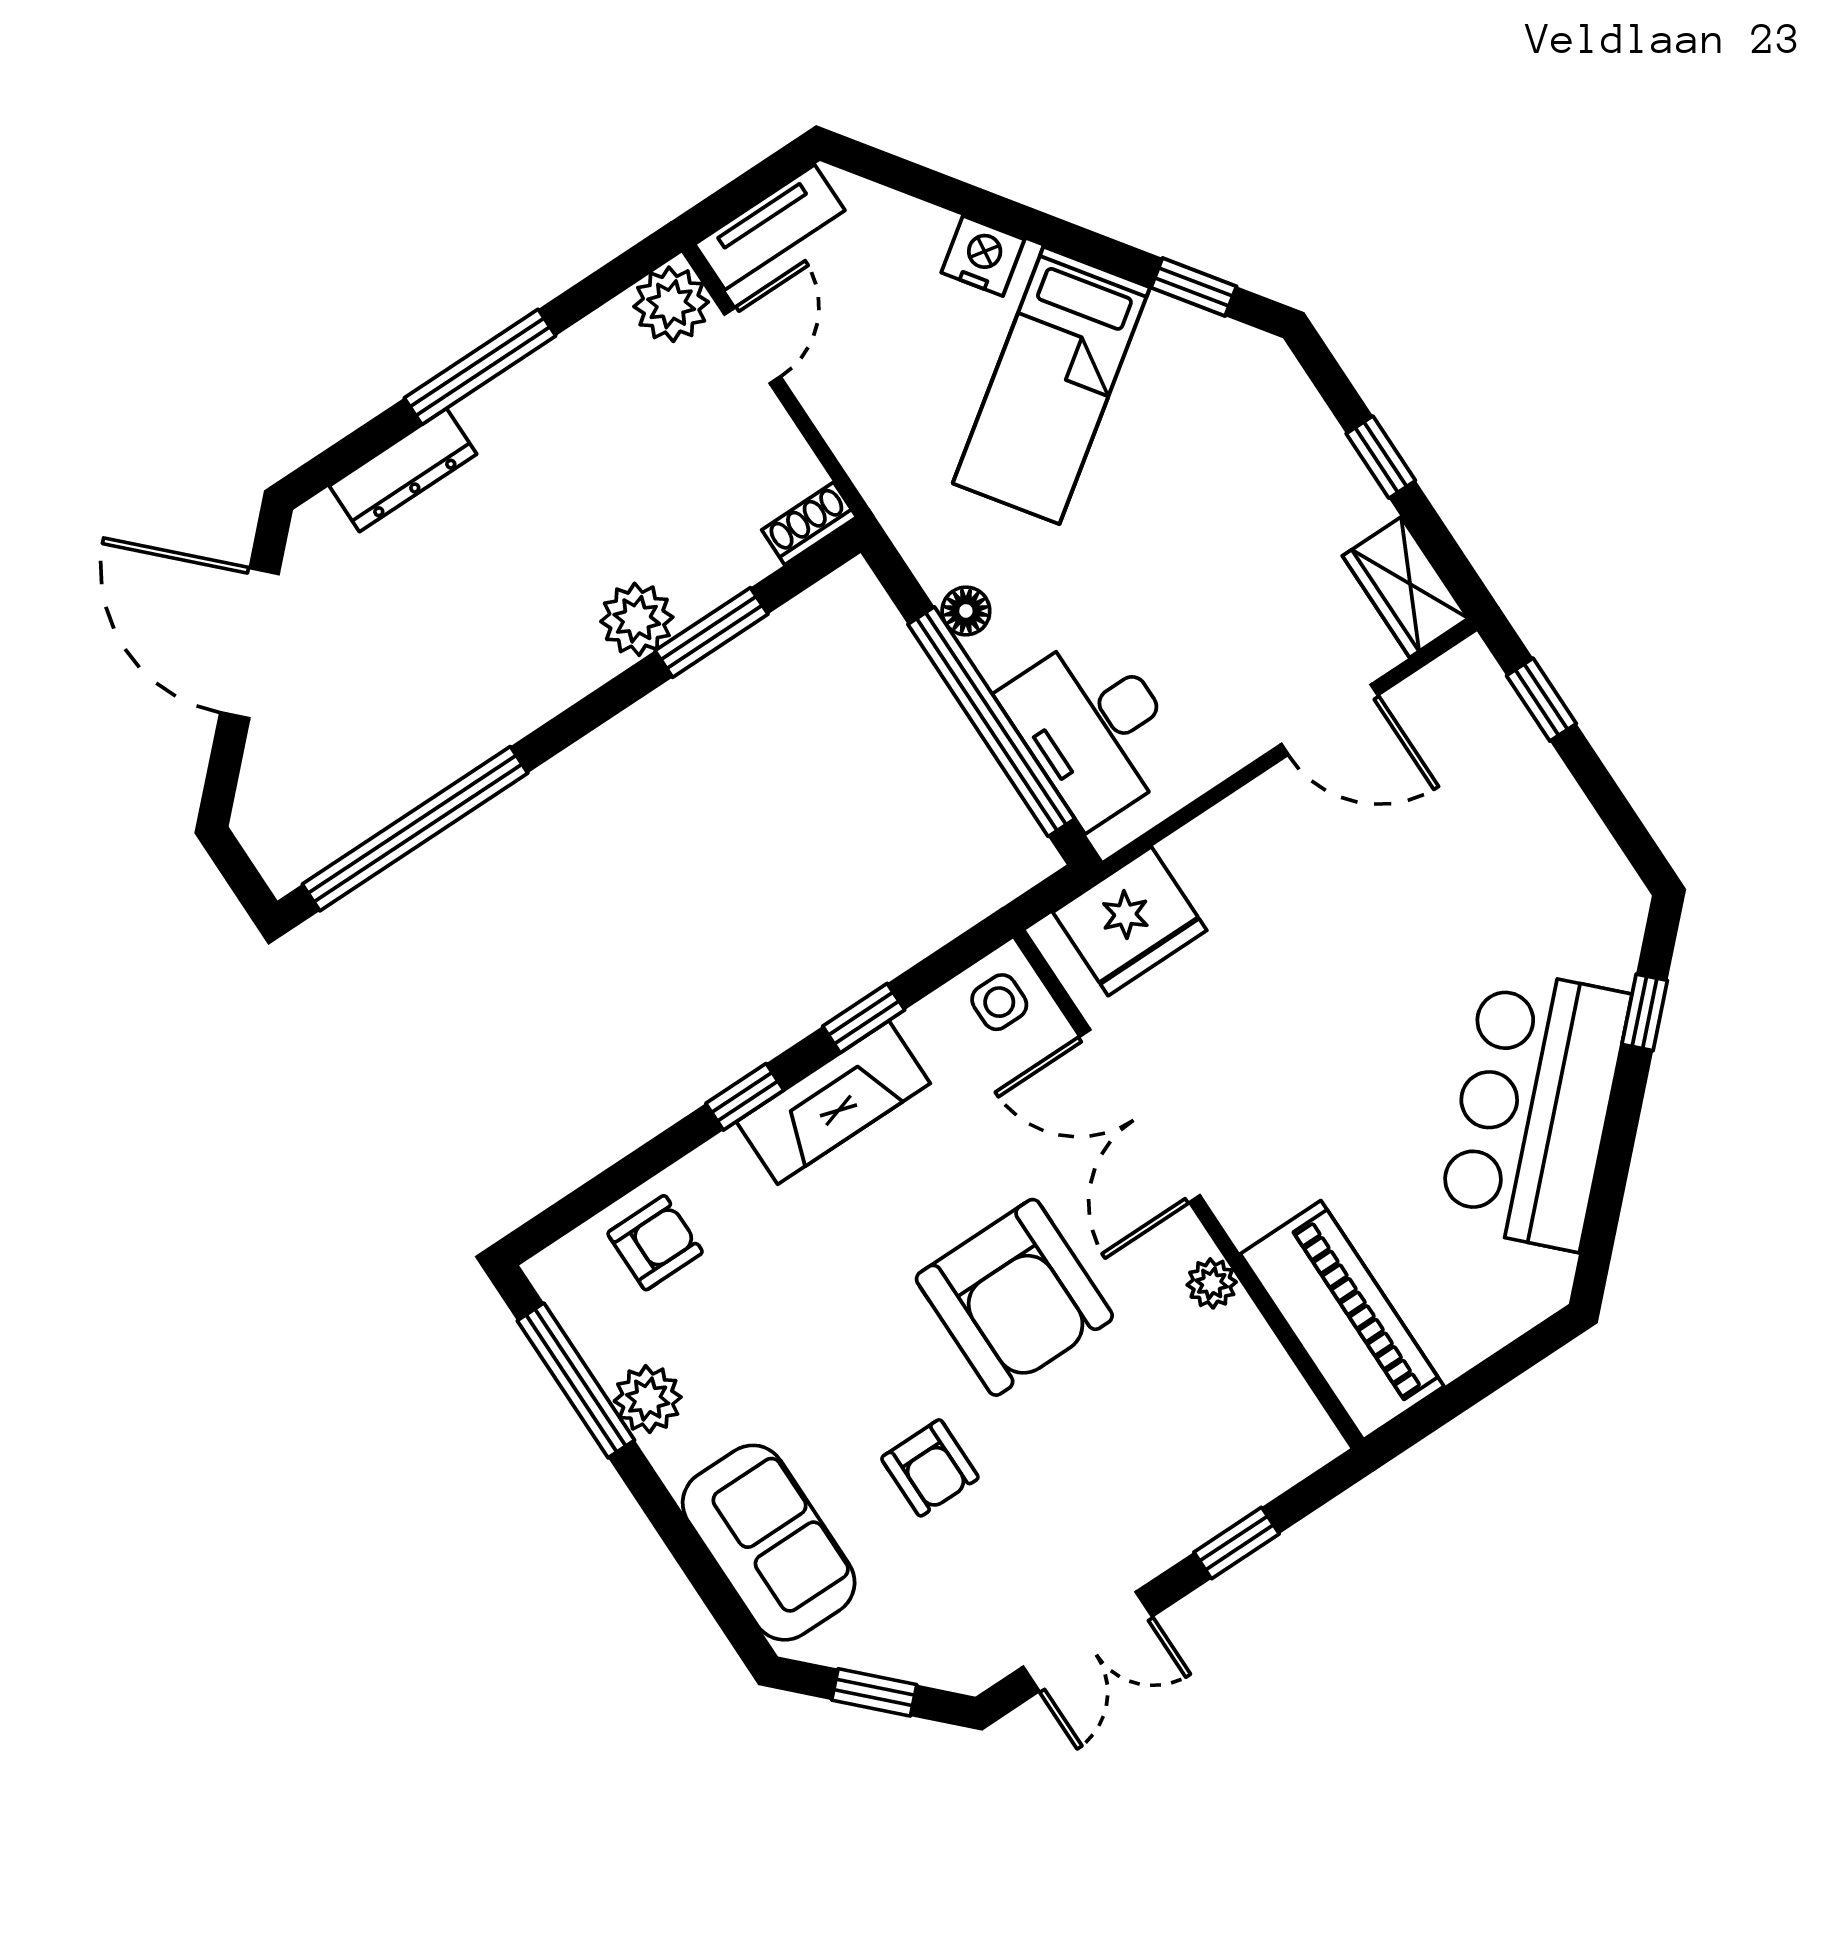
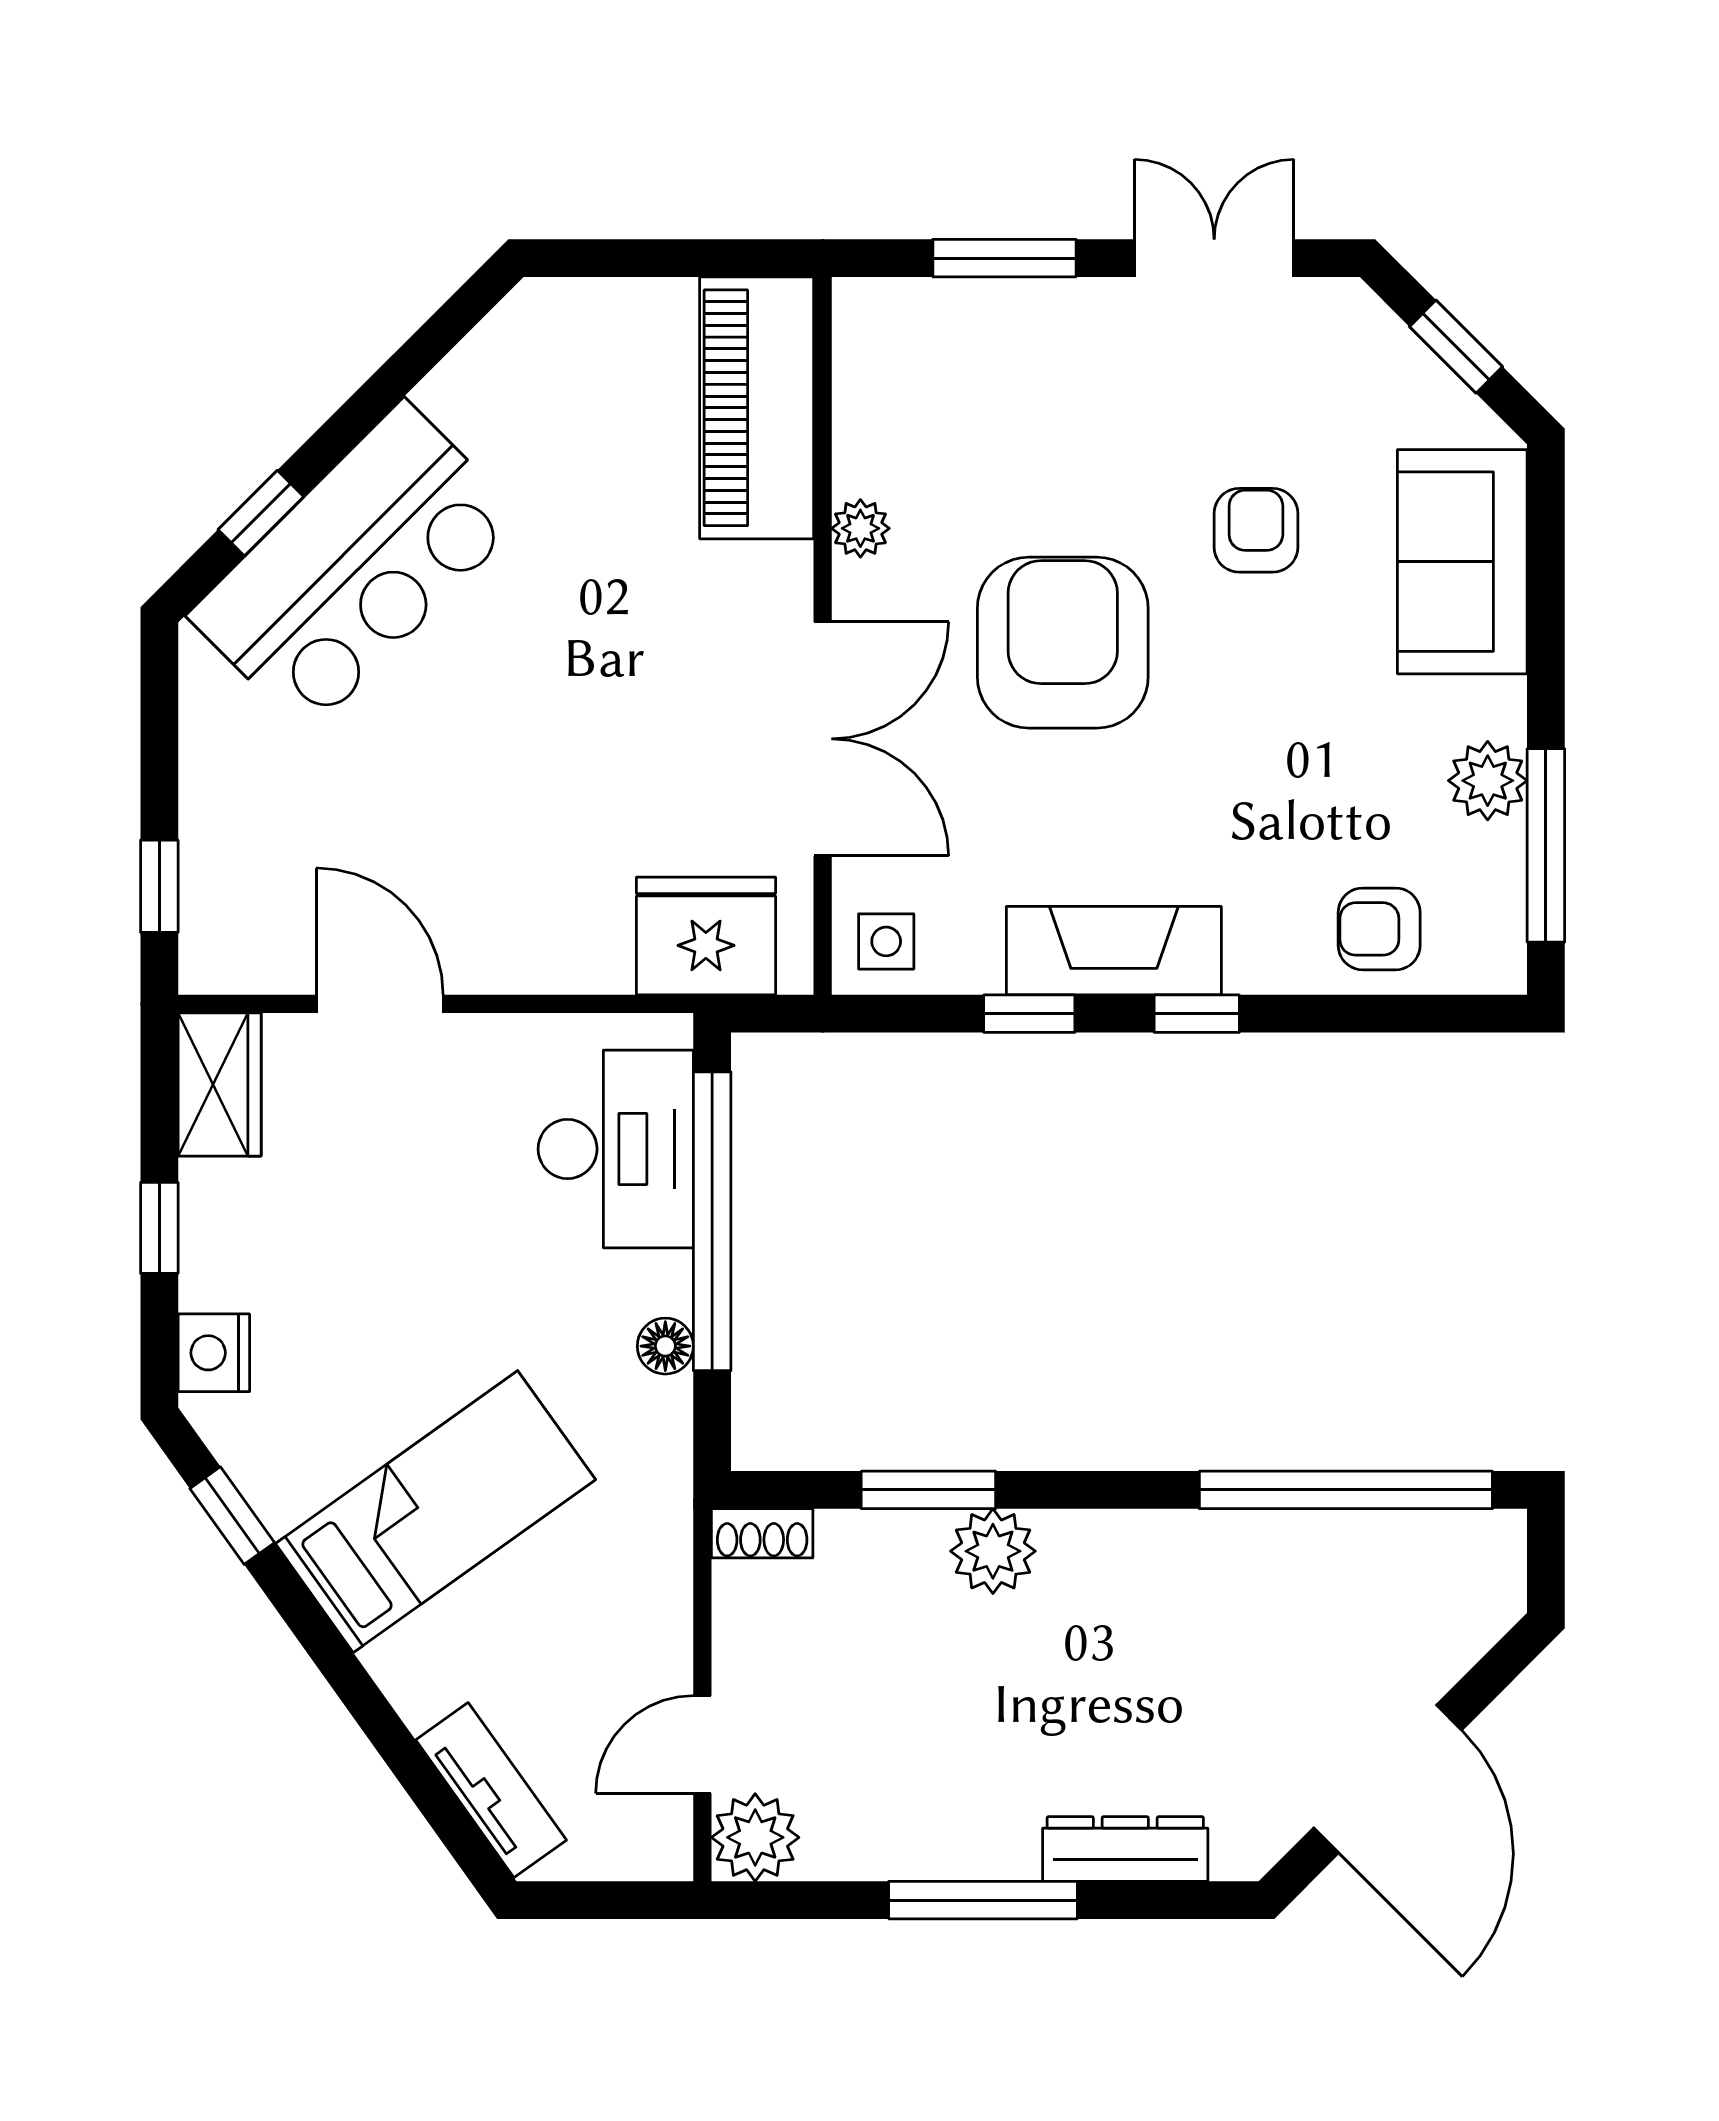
tv unit: (770, 227) -> (491, 1790), moved, turned 54
nightstand: (983, 256) -> (214, 1353), moved, turned 36
bar counter: (1534, 1109) -> (355, 567), moved
window: (1237, 1543) -> (1004, 258), width x1.50

